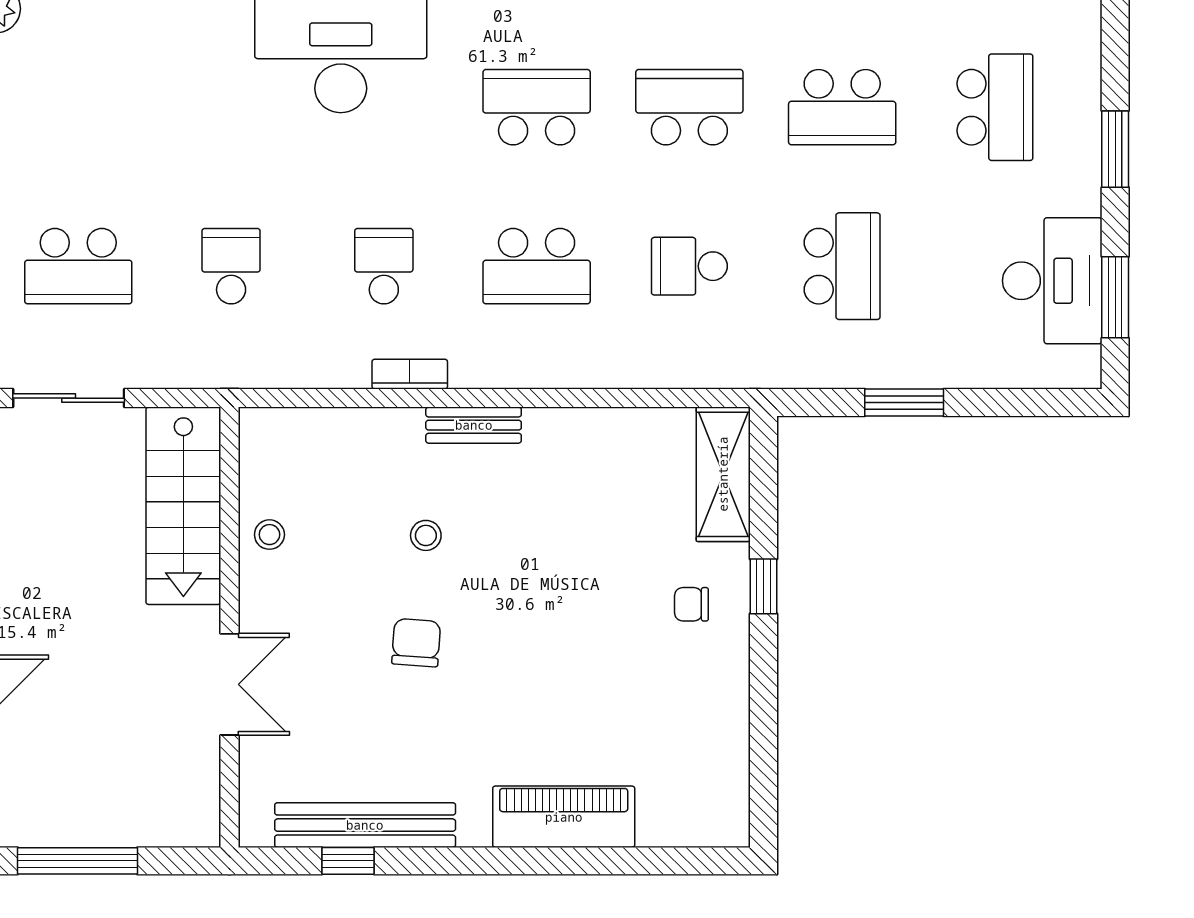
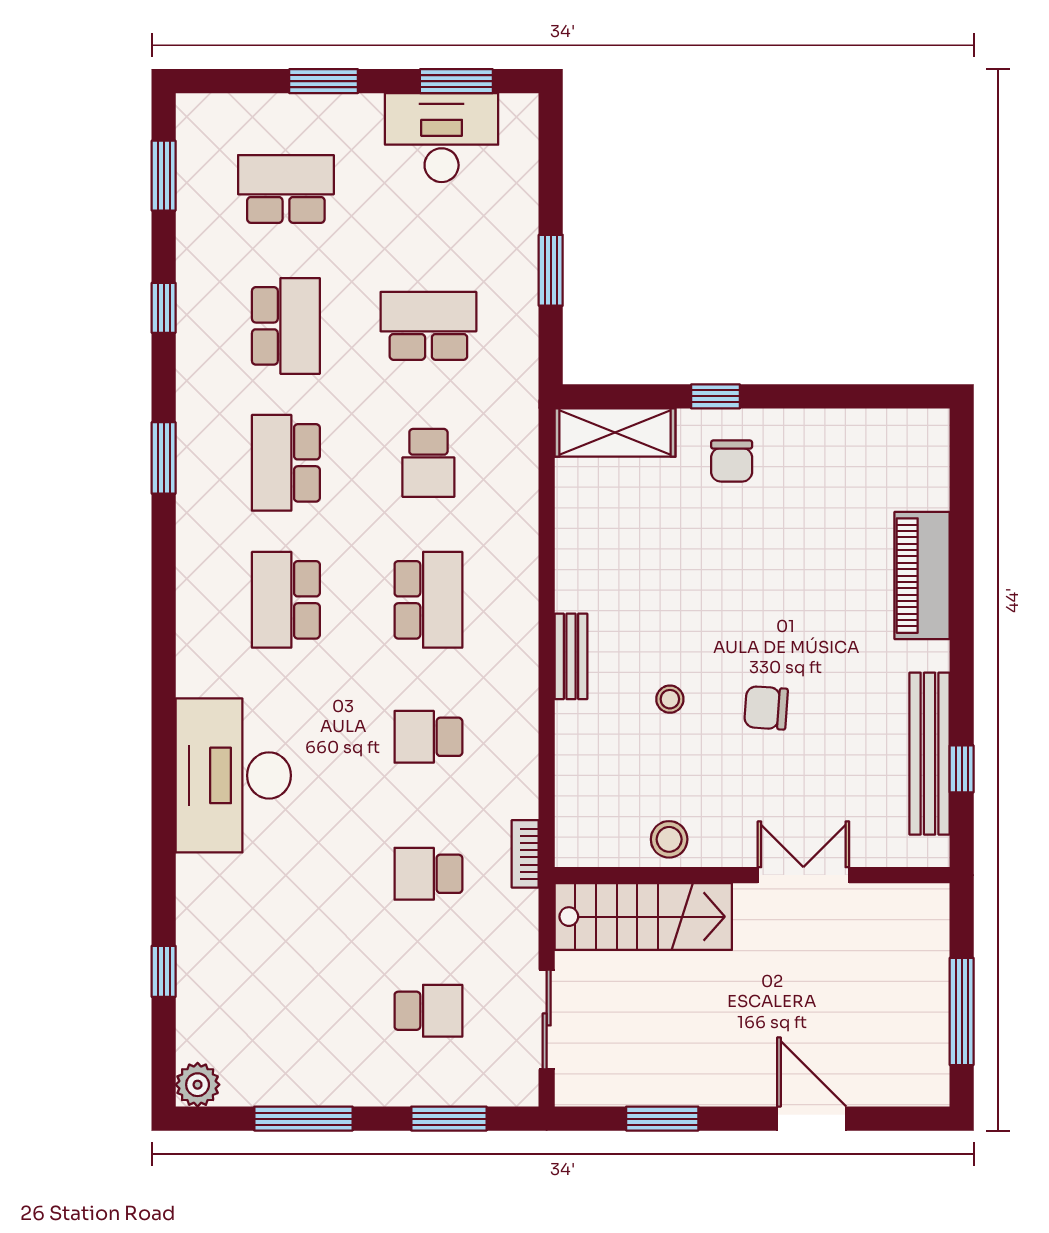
school desk: (78, 266) -> (428, 1011), width x0.54
bookcase: (410, 374) -> (525, 854), moved
stool: (269, 535) -> (669, 839), width x1.37, depth x1.37
chair: (691, 604) -> (732, 461), width x1.37, depth x1.37

